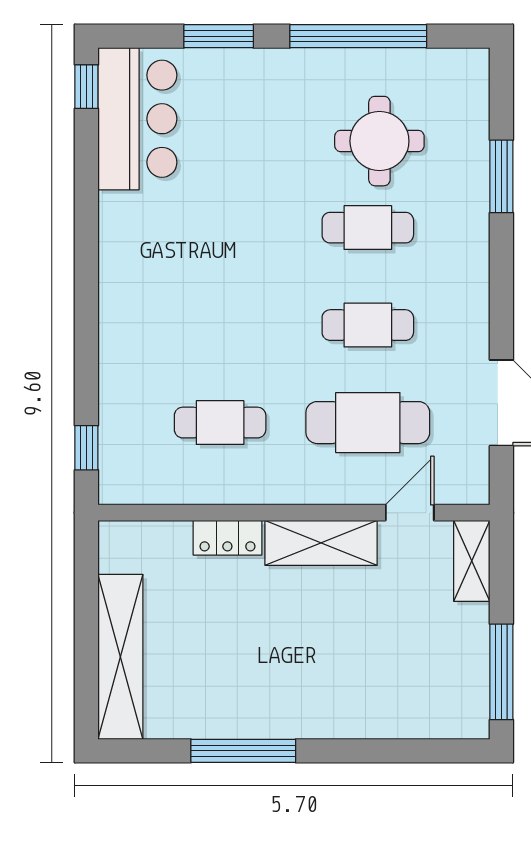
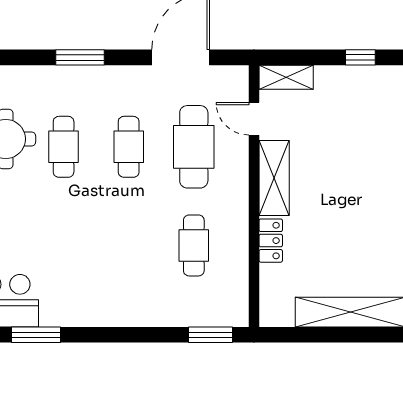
window: (501, 176) -> (80, 57), moved
window: (86, 186) -> (36, 335), added
window: (86, 448) -> (211, 335), width x1.50
window: (501, 672) -> (360, 57), width x0.46

